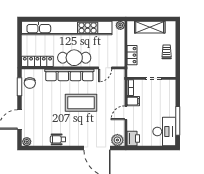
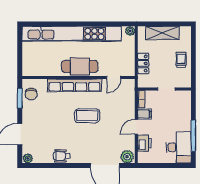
locker: (37, 61) -> (39, 70), removed
coffee table: (81, 103) -> (87, 116), width x0.73, depth x0.76
printer: (133, 139) -> (144, 143), moved

